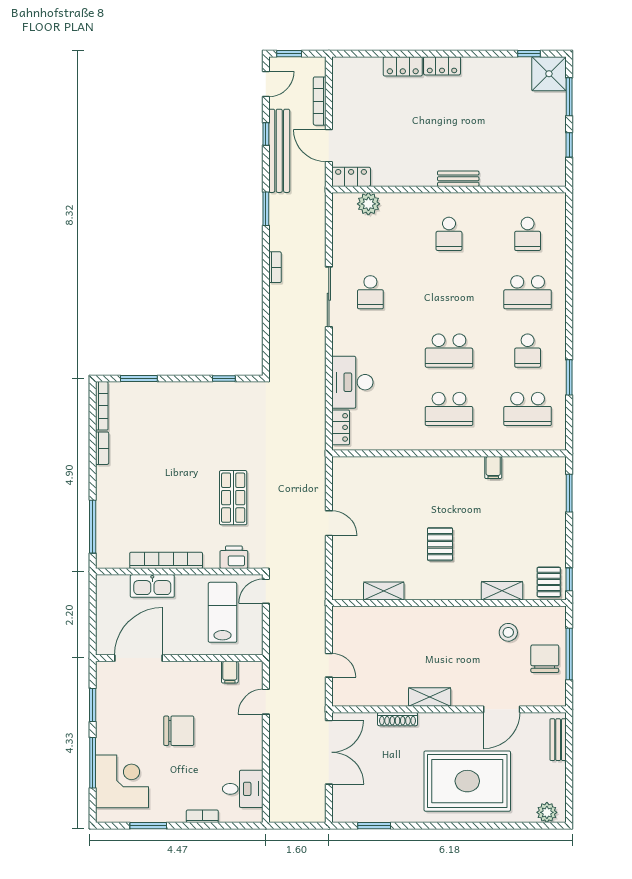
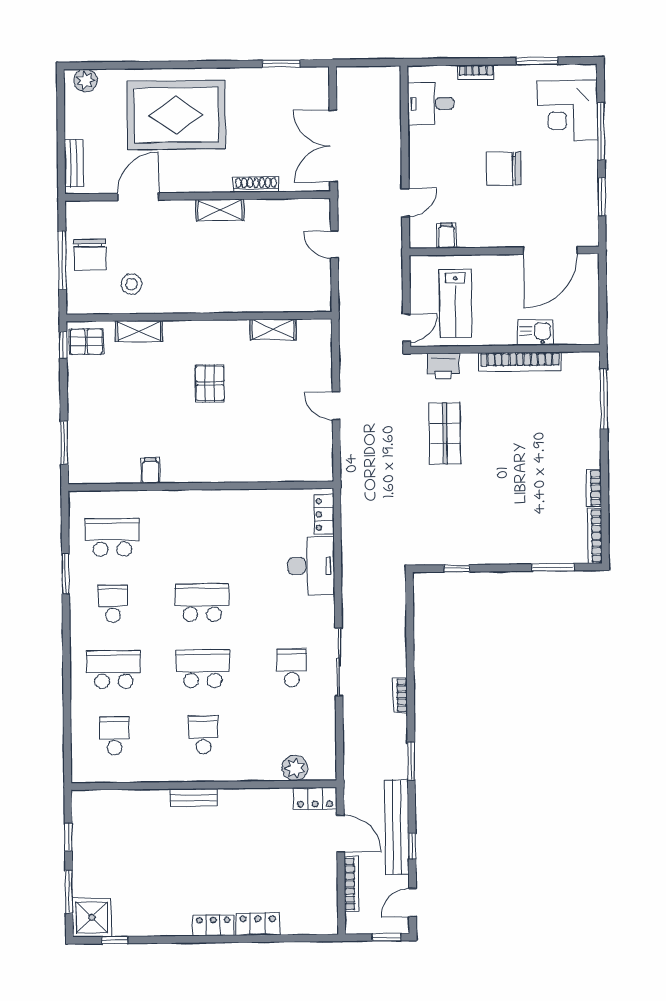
school desk: (449, 409) -> (203, 669), moved
pallet: (549, 582) -> (86, 342), turned 90
kitchen sink: (152, 586) -> (535, 332), width x0.73

